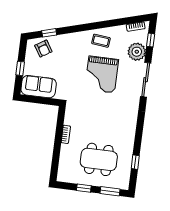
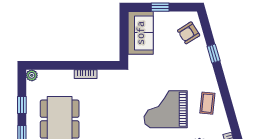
window: (49, 33) -> (214, 54), moved
plant: (61, 177) -> (32, 75), added

